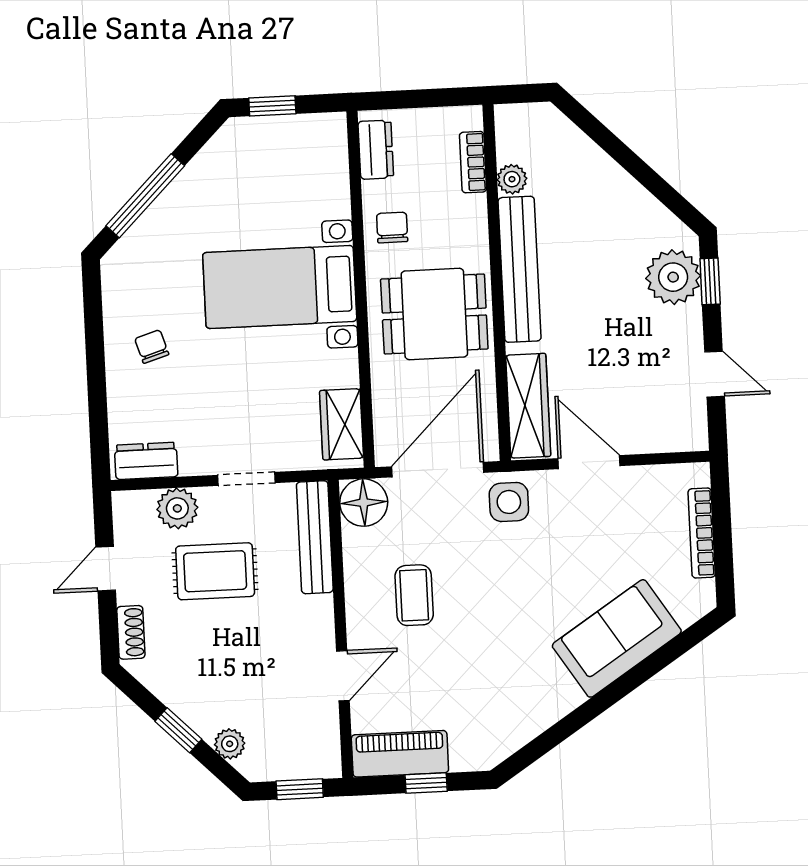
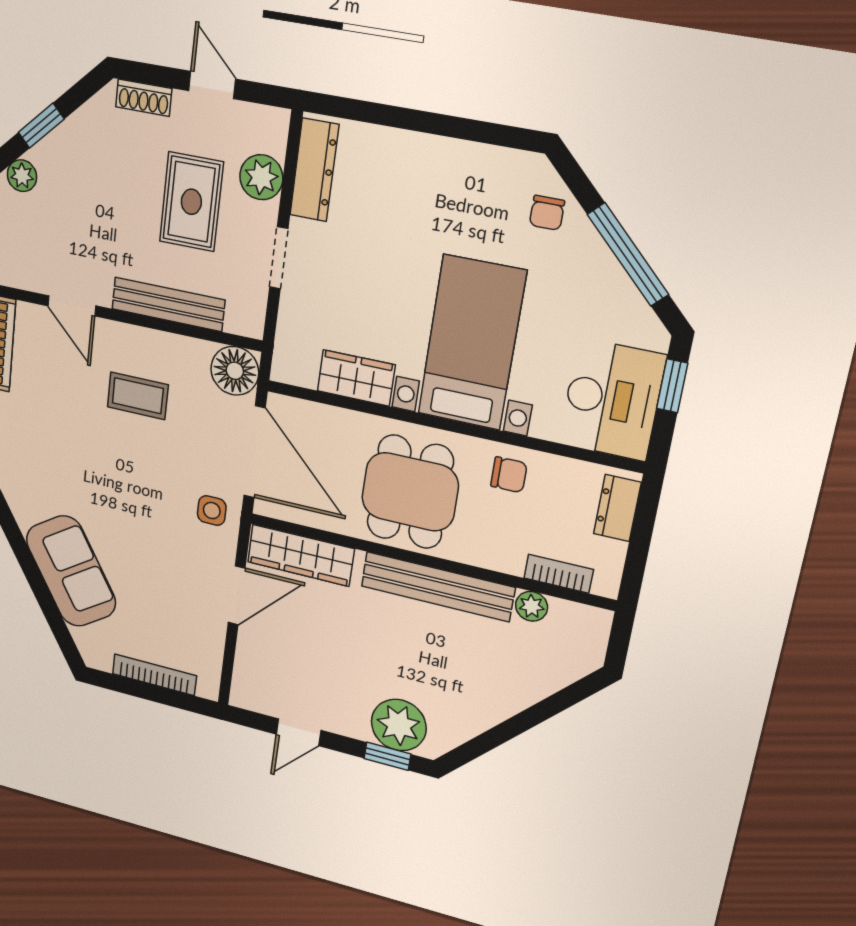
dresser: (376, 150) -> (617, 508), moved, turned 90
desk: (298, 153) -> (612, 400), added
window: (145, 196) -> (628, 254), moved
chair: (152, 347) -> (547, 213), moved, turned 107
wardrobe: (342, 424) -> (356, 378), moved
dresser: (146, 461) -> (314, 170), width x1.44
side table: (509, 502) -> (212, 511), width x0.73, depth x0.73
bench: (315, 537) -> (168, 304), moved

